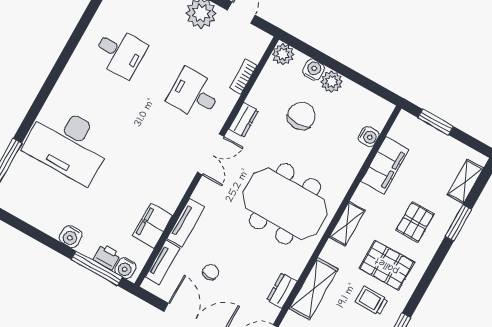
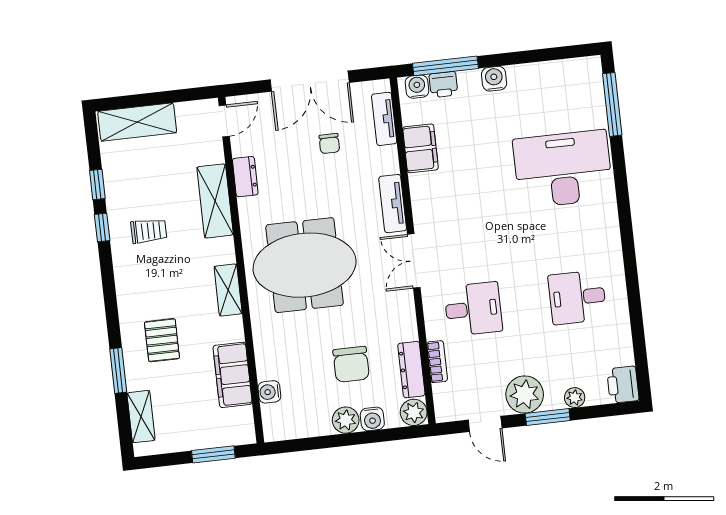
dresser: (244, 120) -> (411, 370), moved, width x1.44
tv unit: (186, 223) -> (393, 204), moved
pallet: (387, 265) -> (159, 277), removed

